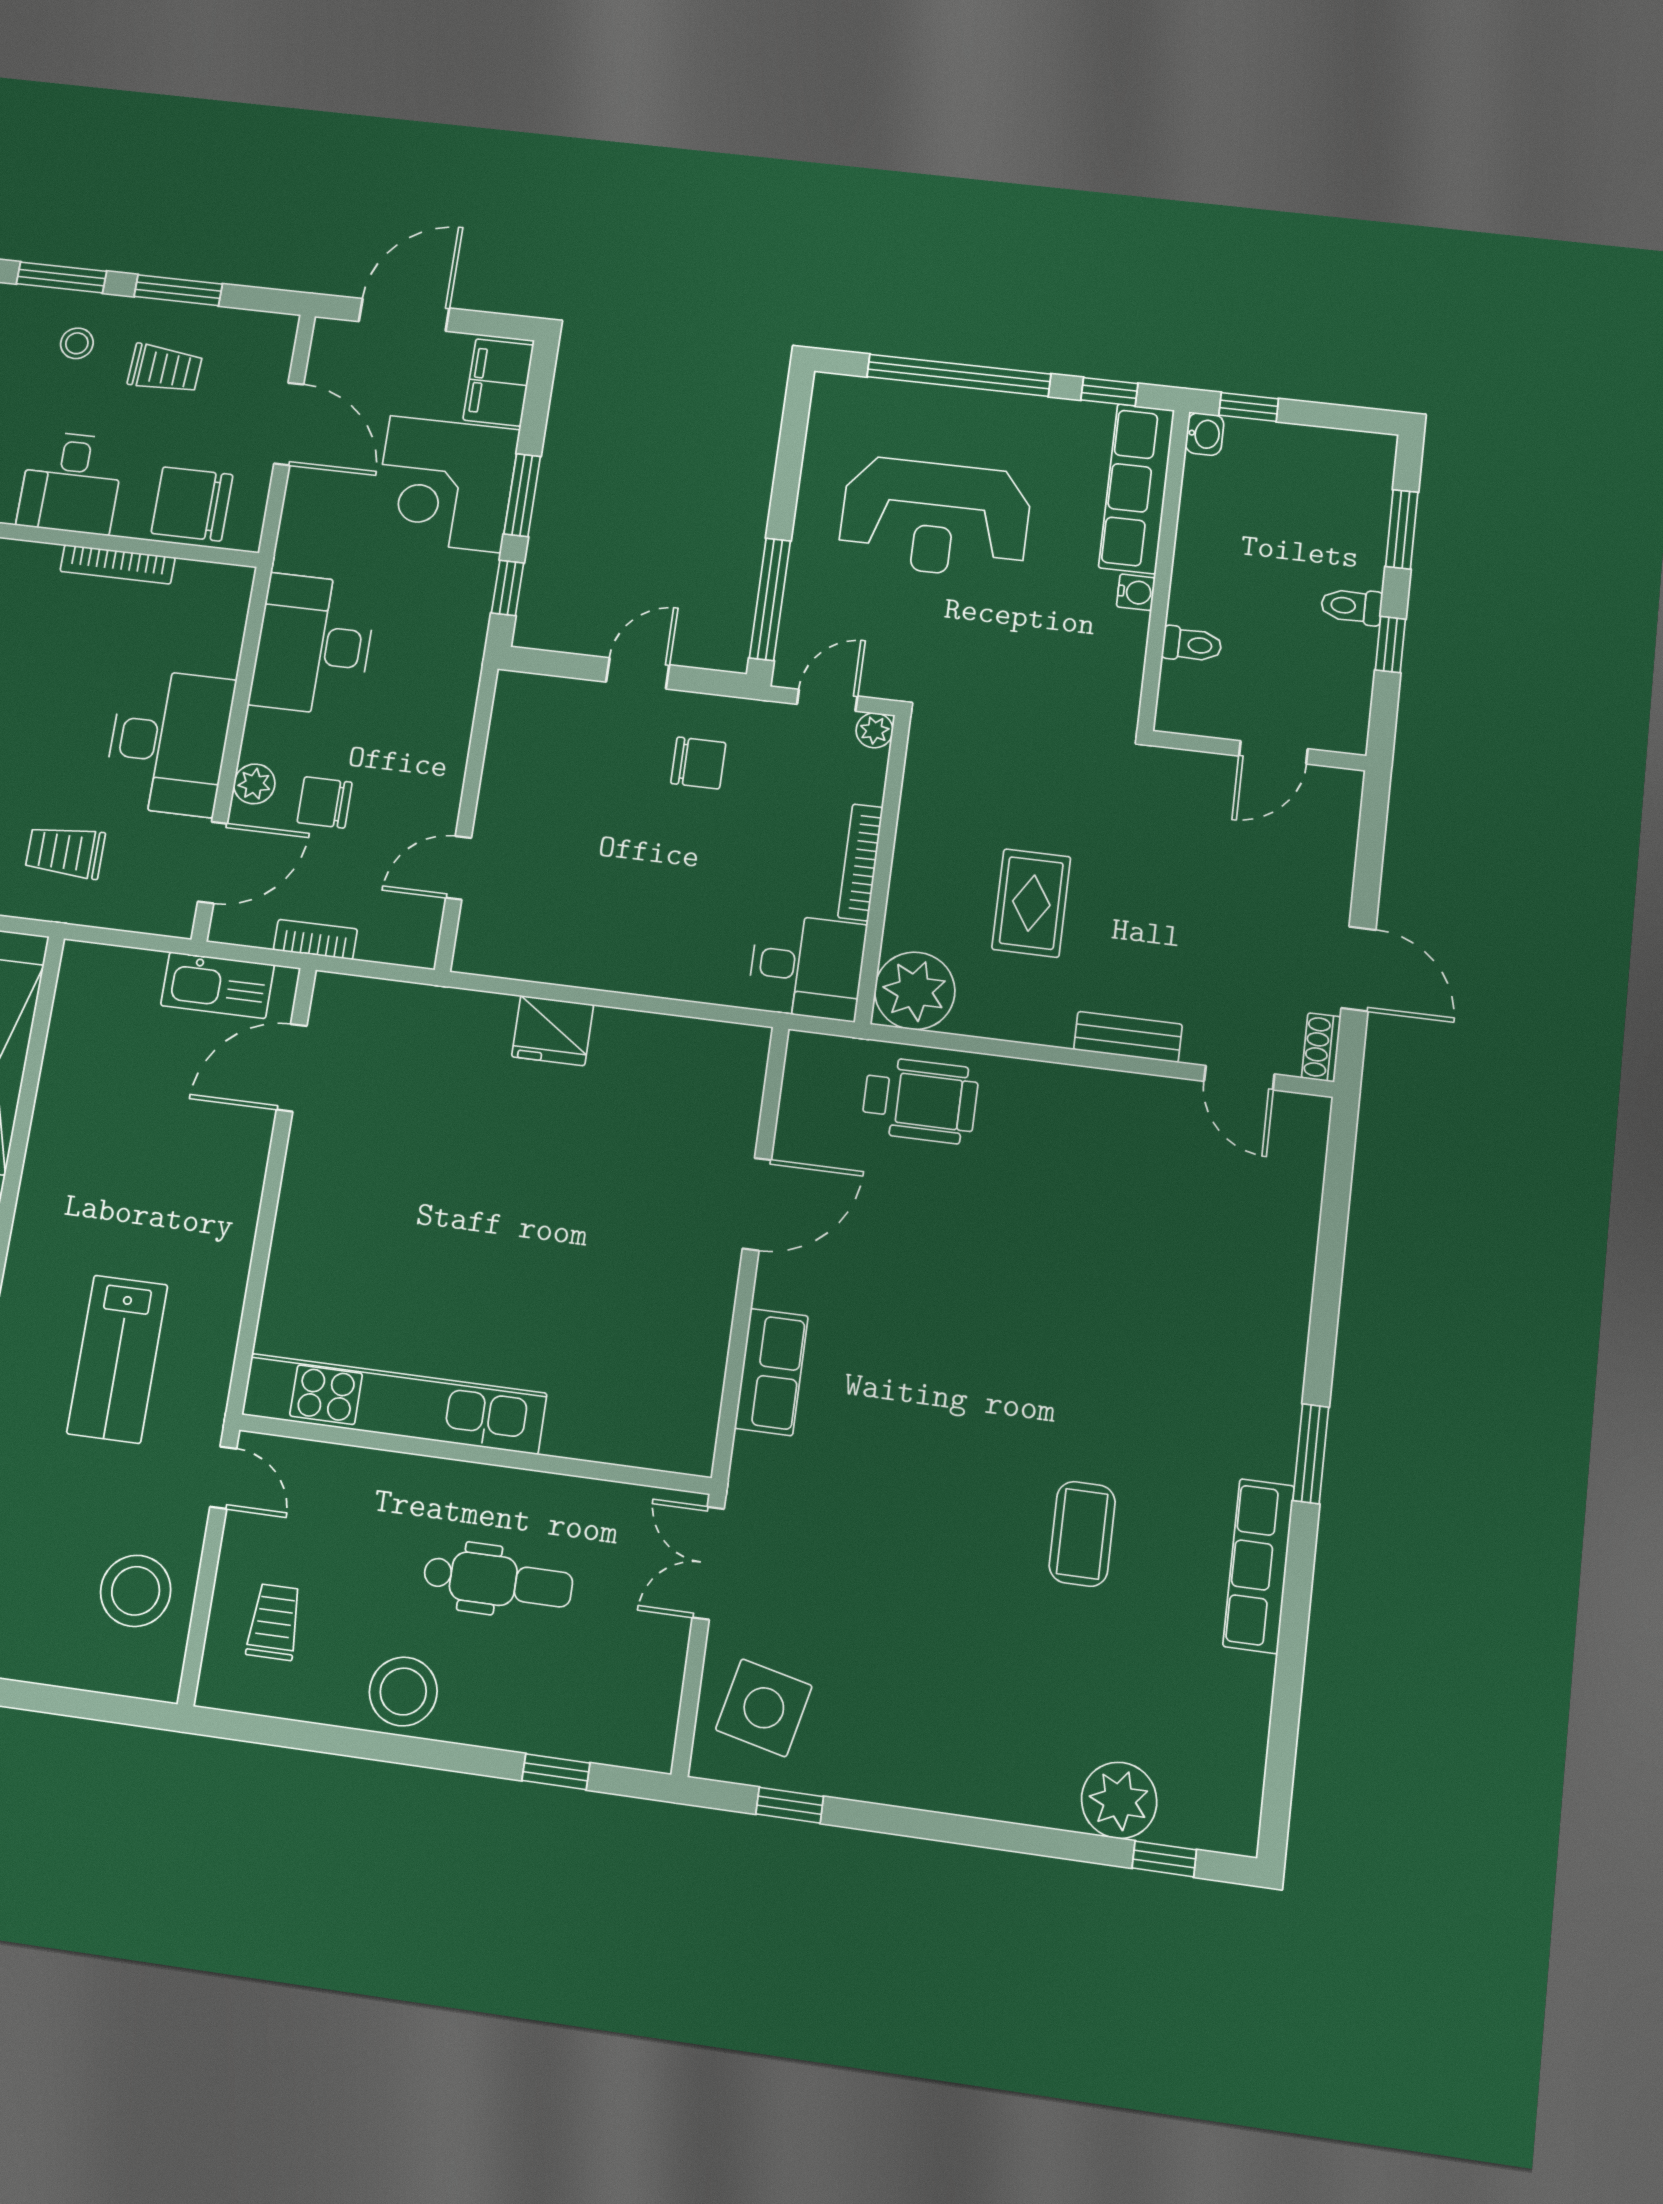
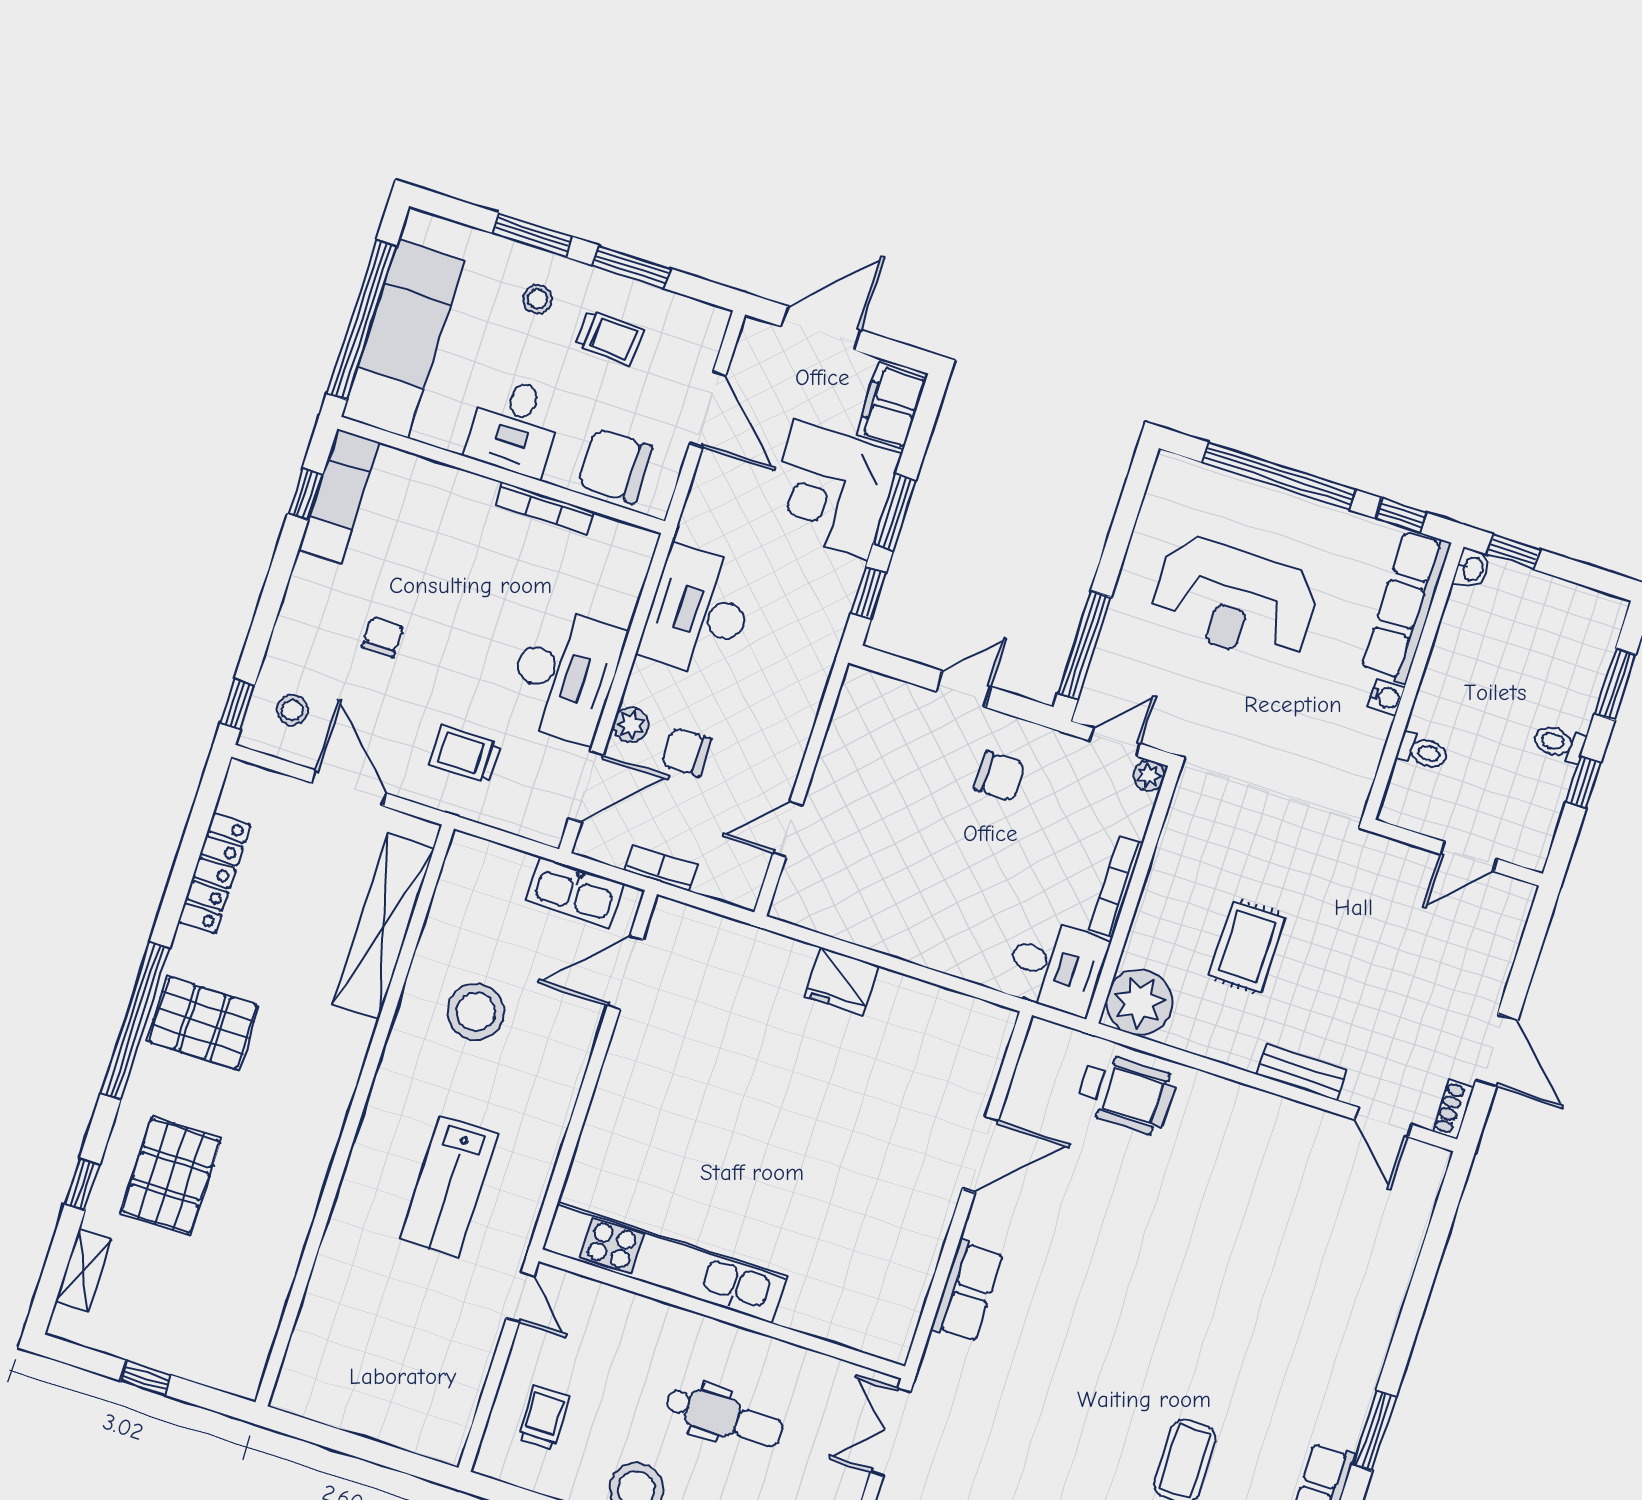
stool: (136, 1591) -> (476, 1012), moved

